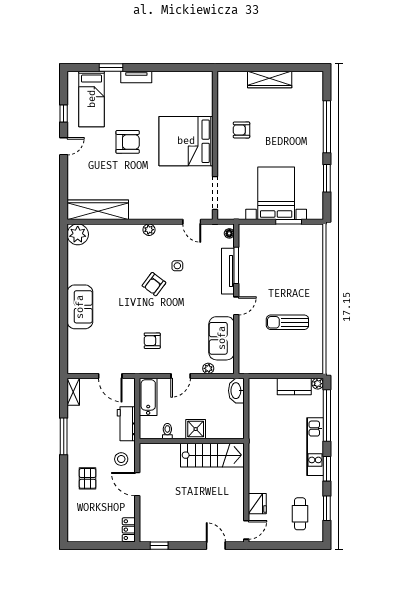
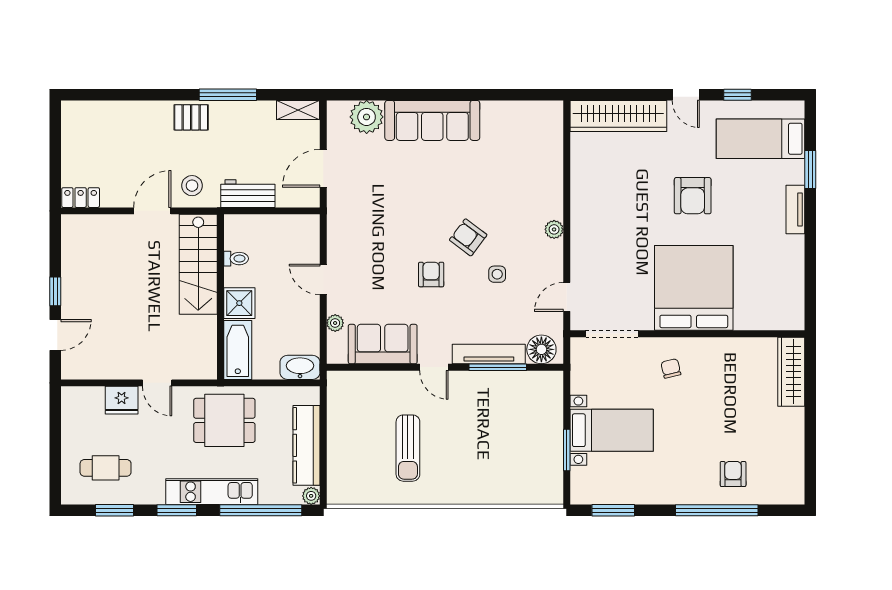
wardrobe: (270, 80) -> (791, 372), moved
armchair: (241, 130) -> (733, 474), moved
chair: (237, 156) -> (671, 368), added
window: (327, 178) -> (613, 510), moved
bed with nightstands: (276, 193) -> (612, 430), width x0.73
wardrobe: (98, 210) -> (618, 116), moved, turned 90
floor lamp: (229, 233) -> (541, 349), width x1.89, depth x1.89
plant: (78, 234) -> (367, 117), moved
sofa: (80, 307) -> (432, 120), width x1.36
sun lounger: (287, 322) -> (408, 448), turned 180
armchair: (152, 341) -> (431, 275), moved
kitchen counter: (294, 386) -> (307, 445), width x1.50
bathtub: (148, 397) -> (238, 350), moved, turned -90
dining table: (270, 439) -> (224, 420), added
stairs: (212, 455) -> (198, 264), moved
pallet: (88, 478) -> (191, 117), moved
door: (246, 530) -> (157, 383), moved
window: (159, 546) -> (55, 291), moved

